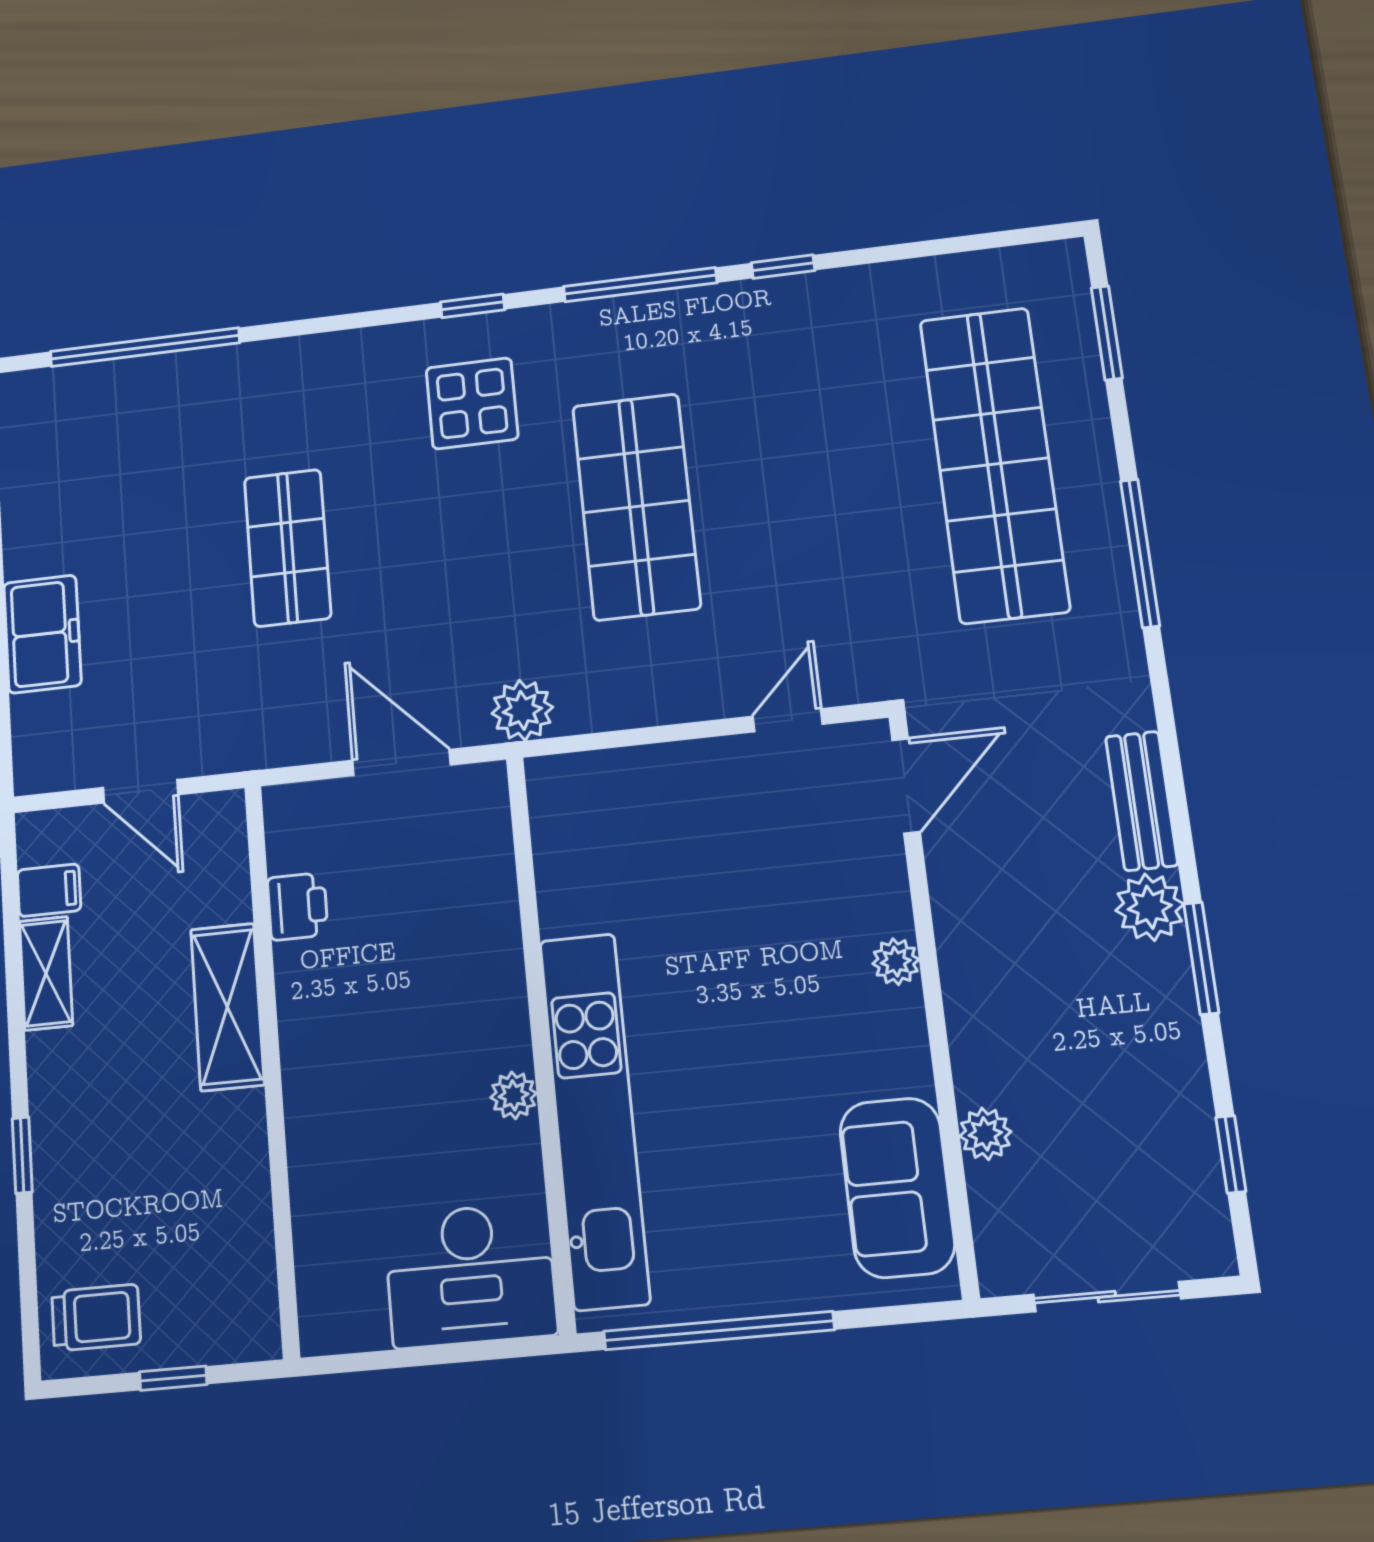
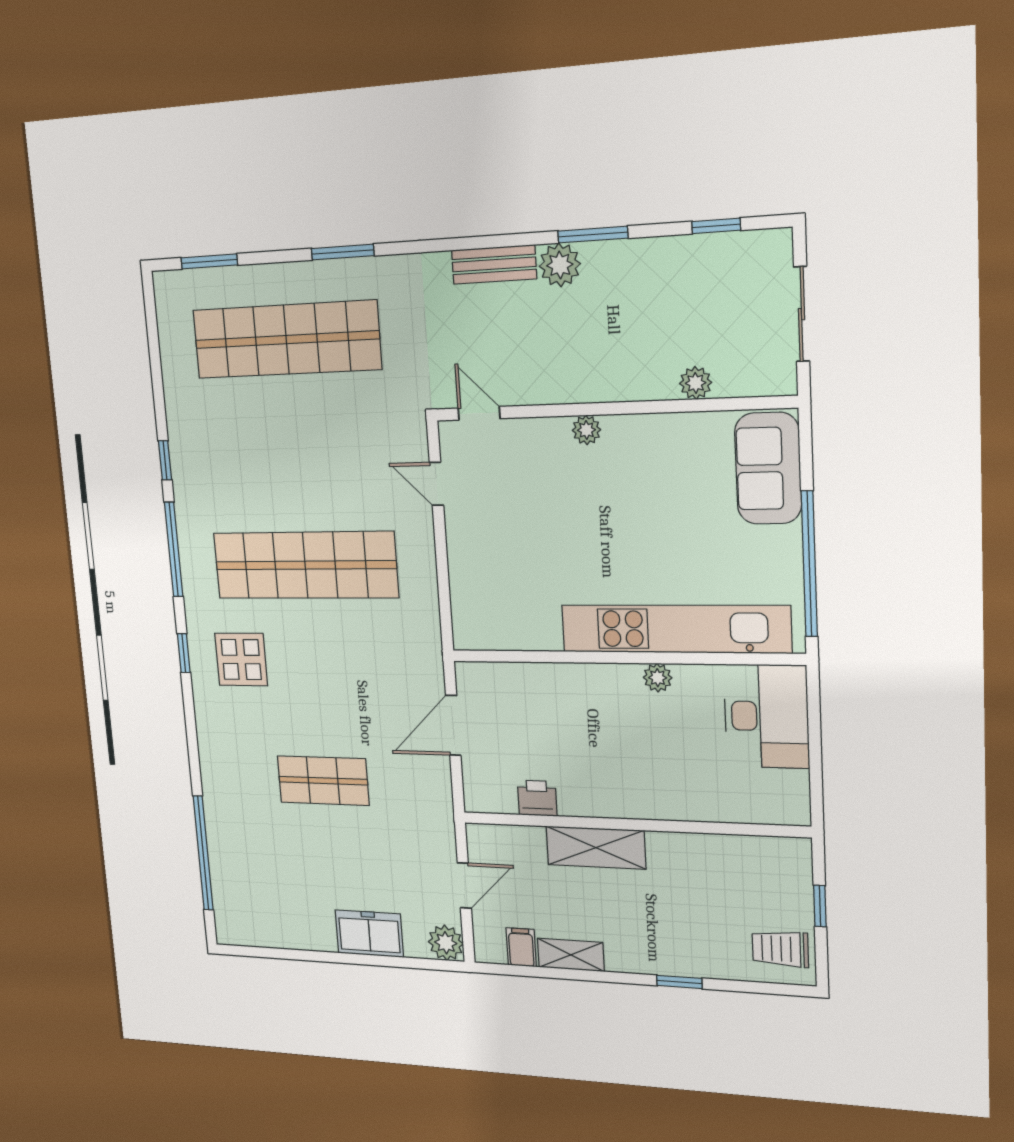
shop shelf: (636, 507) -> (305, 565), width x1.40
window: (1140, 553) -> (343, 252), width x0.69
plant: (522, 710) -> (446, 943), moved
door: (906, 786) -> (479, 413), width x0.73
sofa: (897, 1188) -> (768, 468), moved, turned 90
trolley: (96, 1318) -> (780, 949), turned -90

